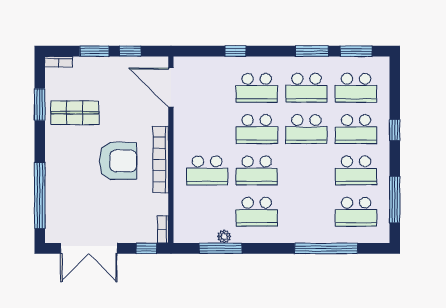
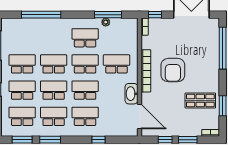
washbasin: (183, 124) -> (131, 94), added
armchair: (118, 161) -> (173, 70), turned -90
school desk: (356, 212) -> (54, 64), moved

